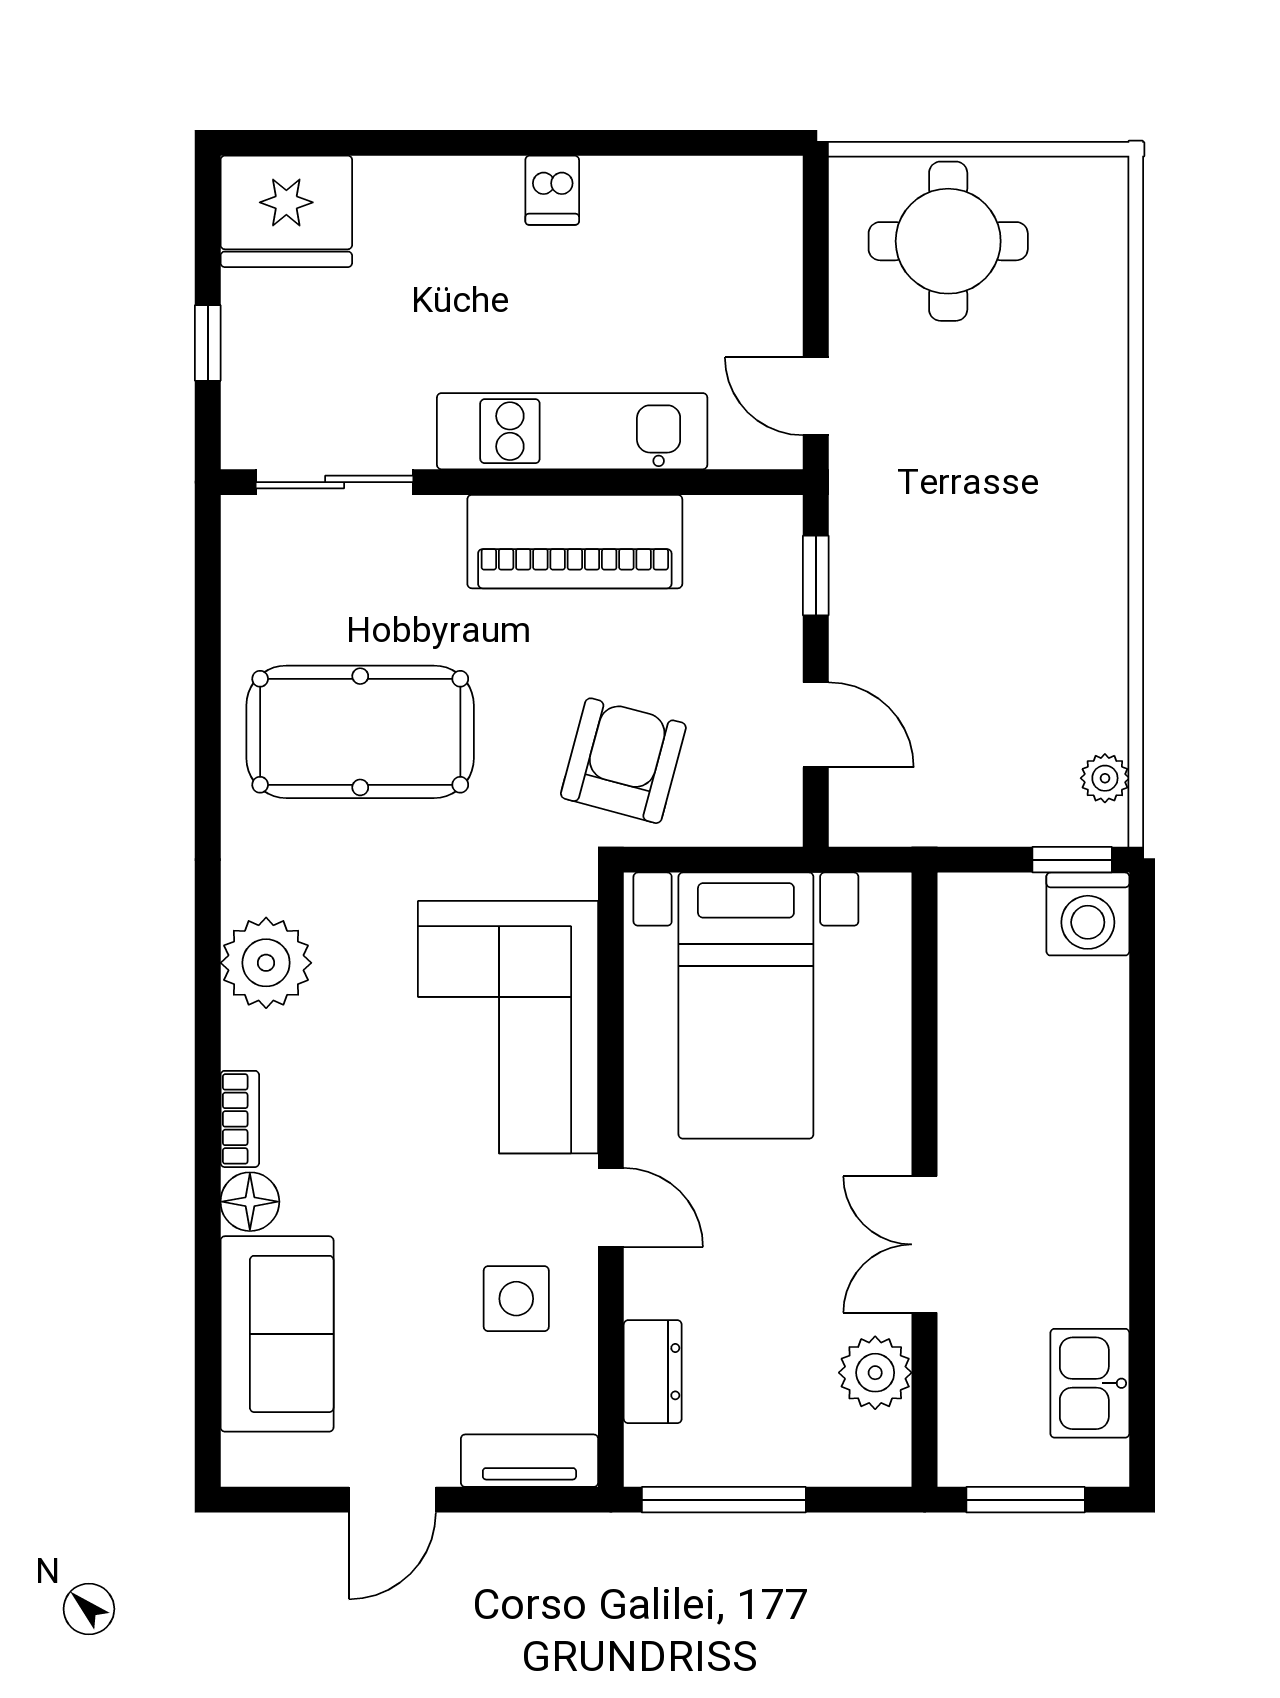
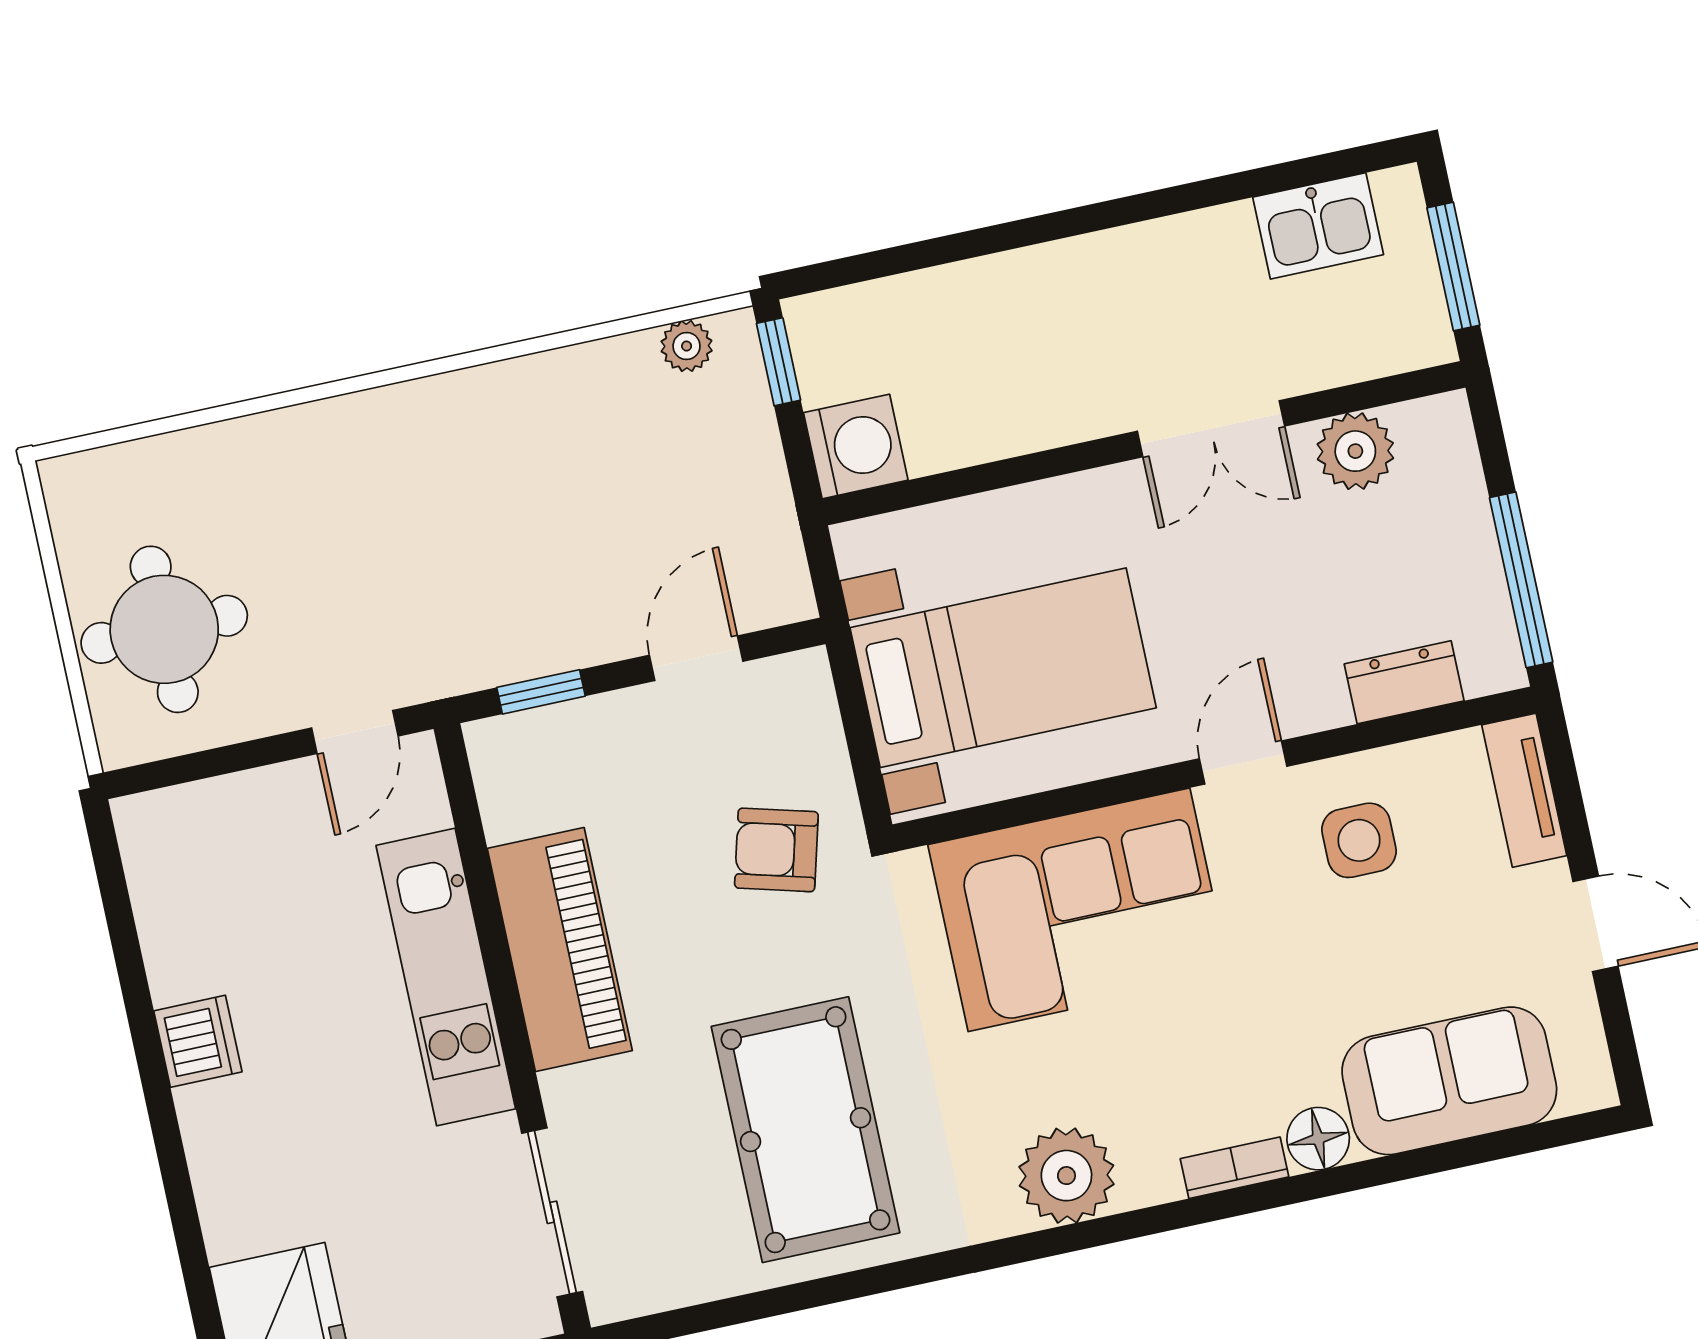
dishwasher: (552, 190) -> (198, 1041), width x1.38
armchair: (623, 761) -> (776, 850), width x0.72, depth x0.72
washing machine: (1088, 914) -> (856, 446), moved

